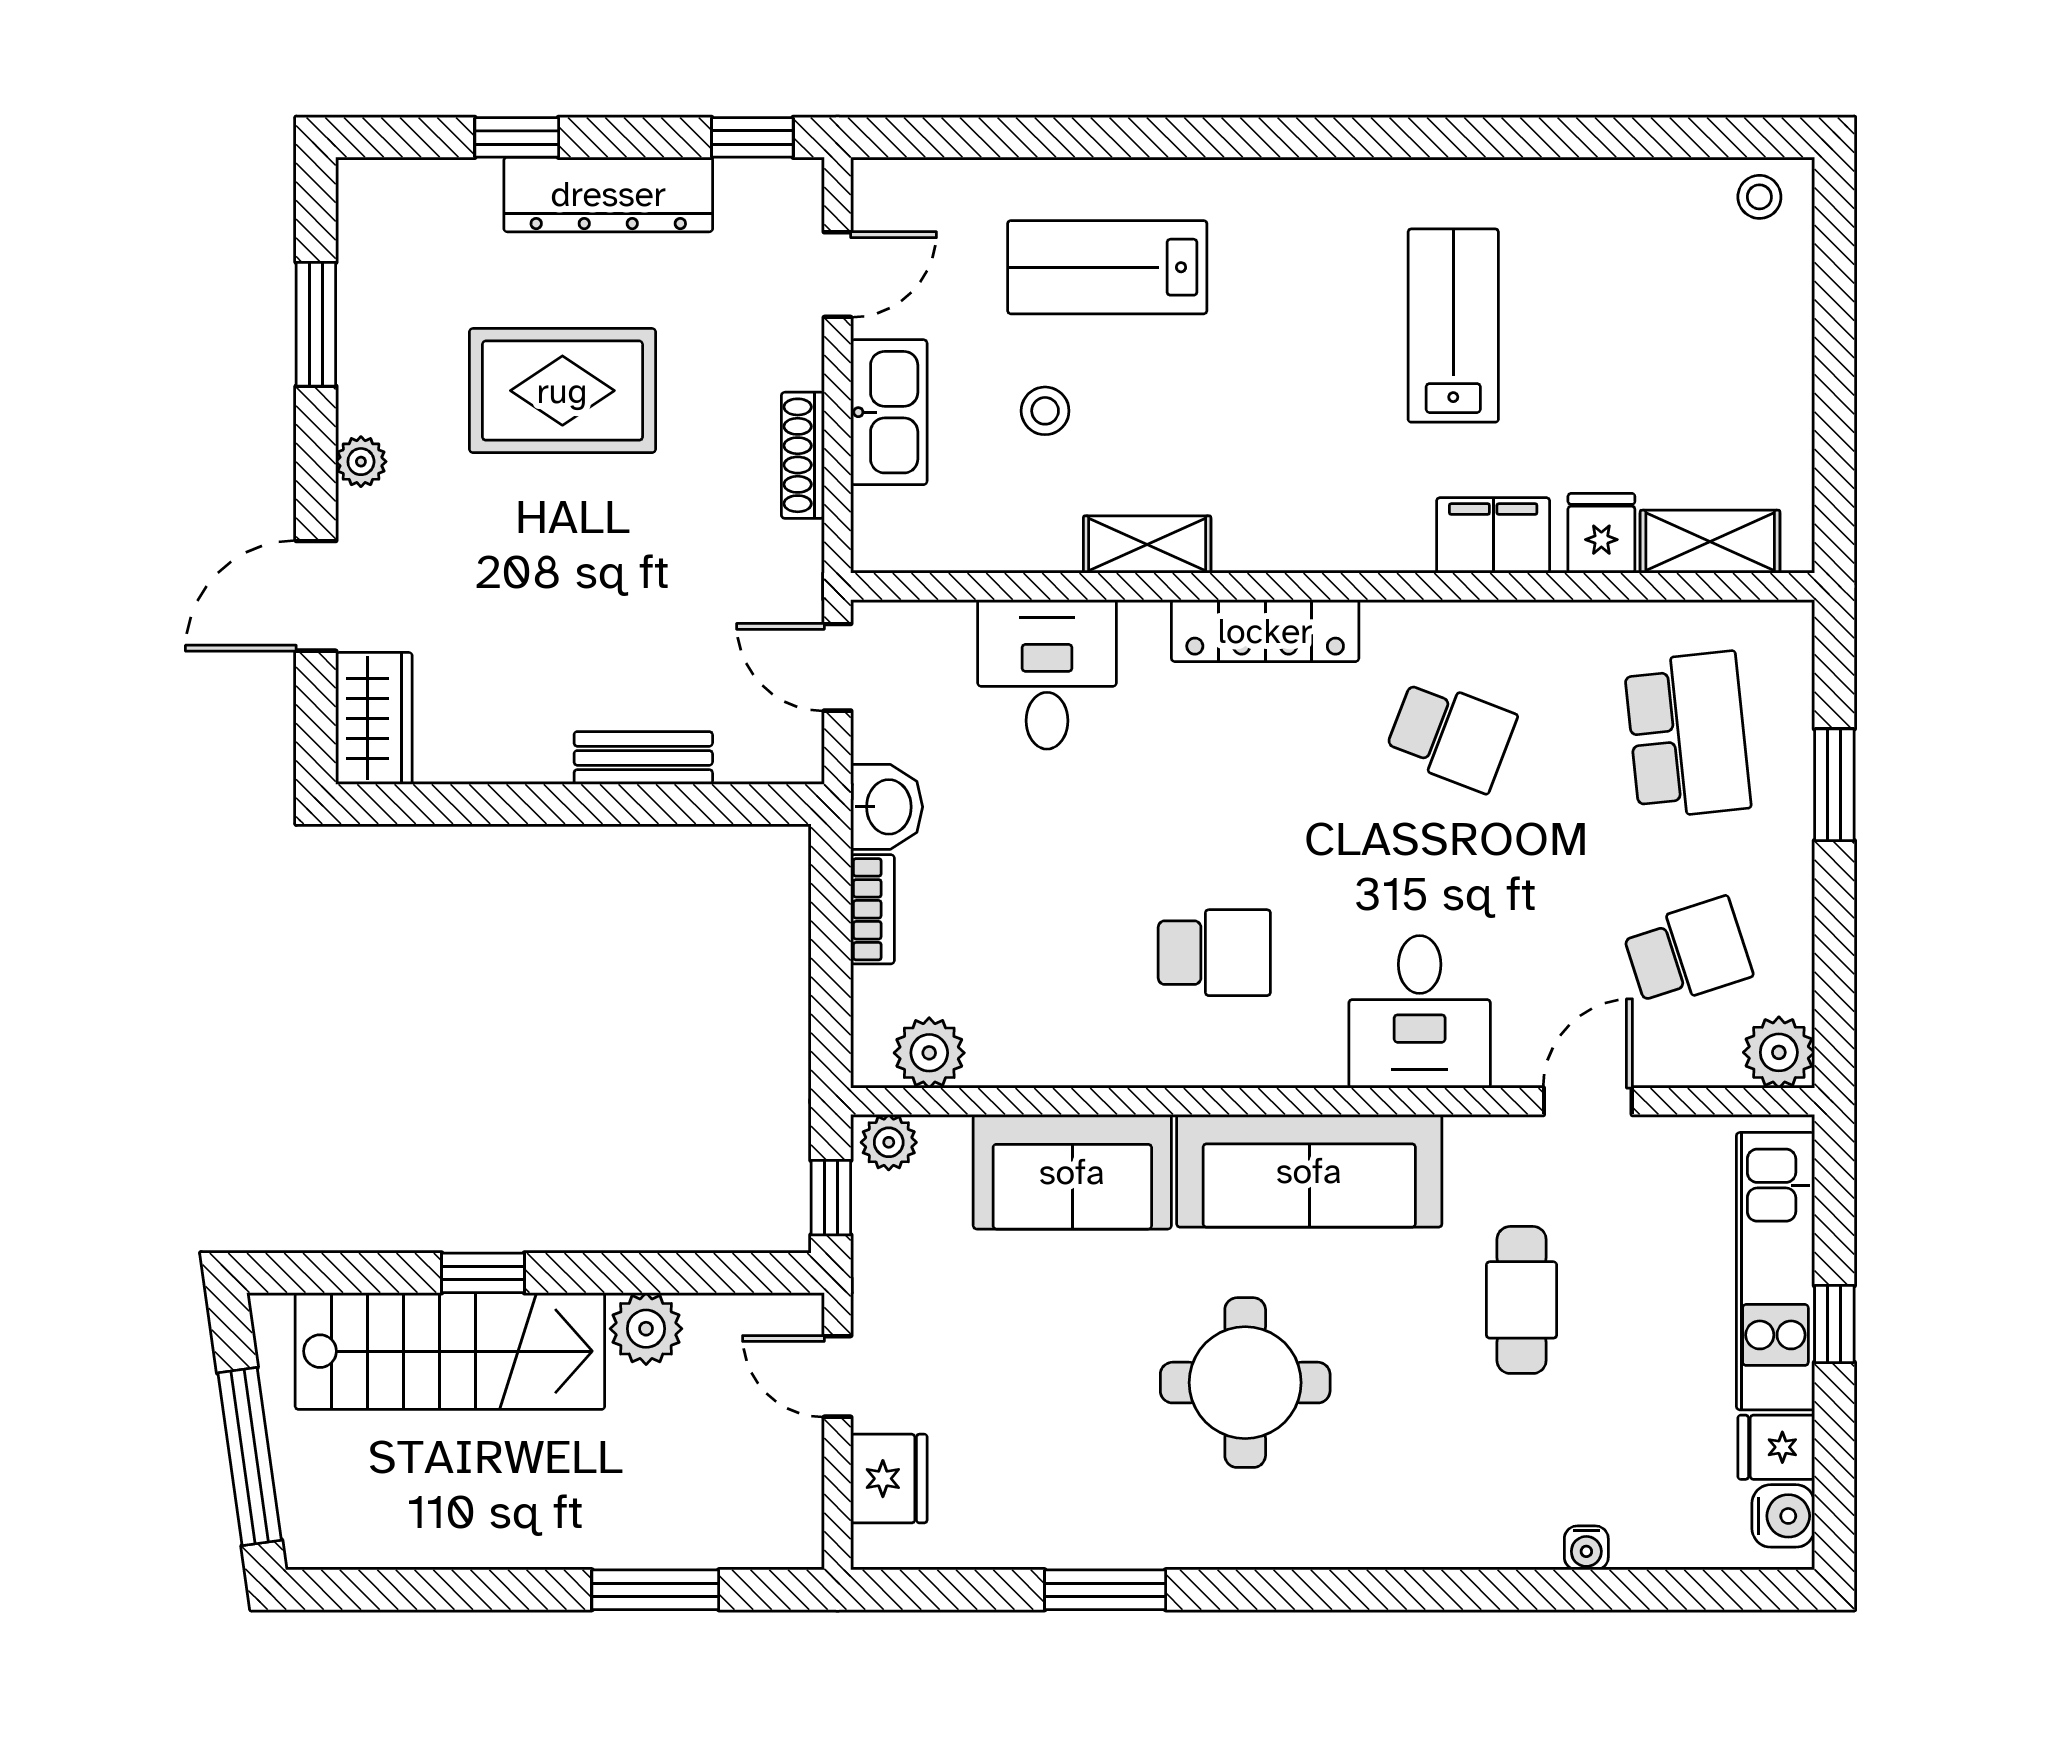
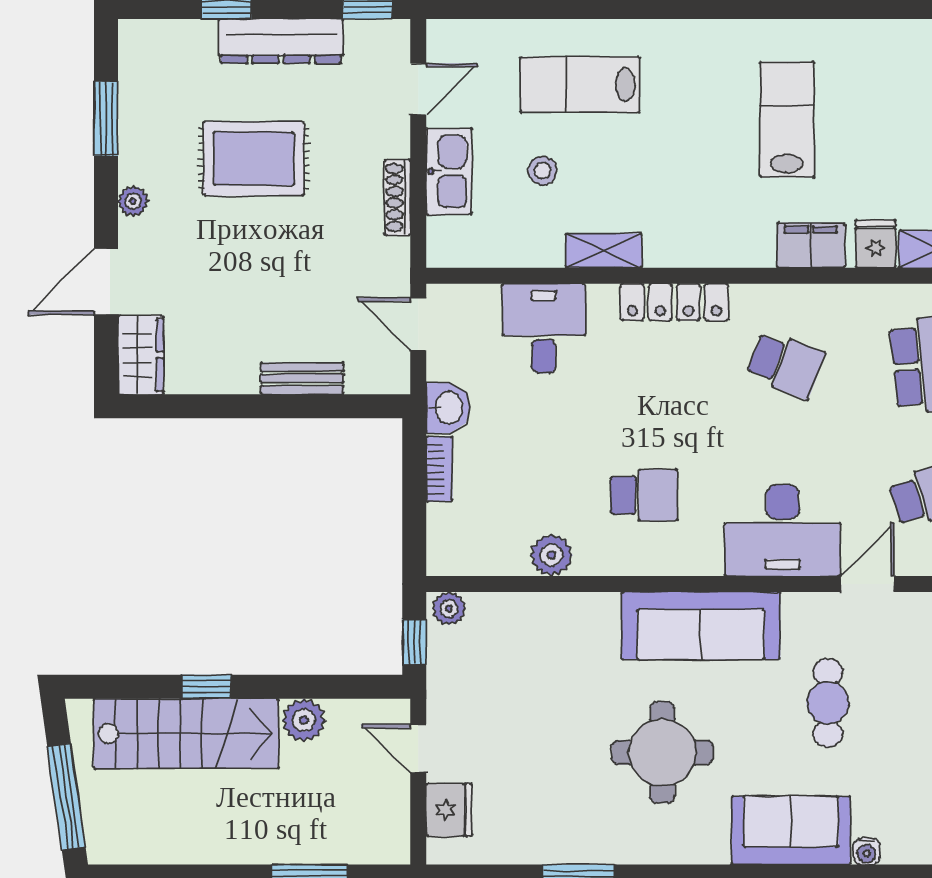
desk: (1420, 1012) -> (783, 530), width x1.37
plant: (929, 1053) -> (551, 555), moved
sofa: (1072, 1172) -> (791, 830), moved, turned 180

